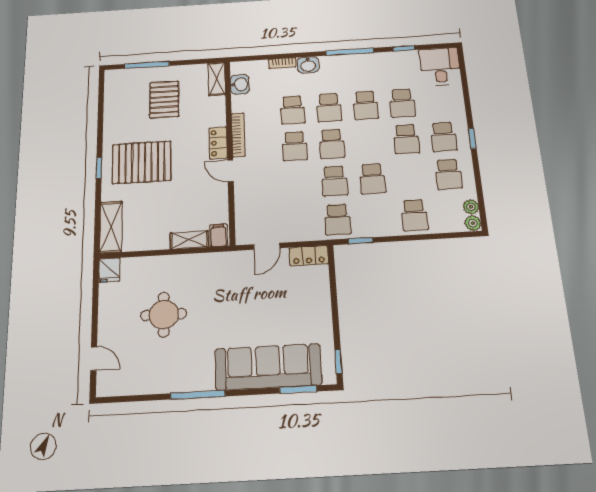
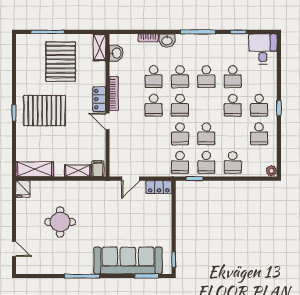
pallet: (164, 100) -> (61, 62), width x1.37, depth x1.41
plant: (471, 207) -> (272, 159), removed
school desk: (376, 217) -> (206, 162), added
shelving: (111, 227) -> (35, 169), moved, turned 90

